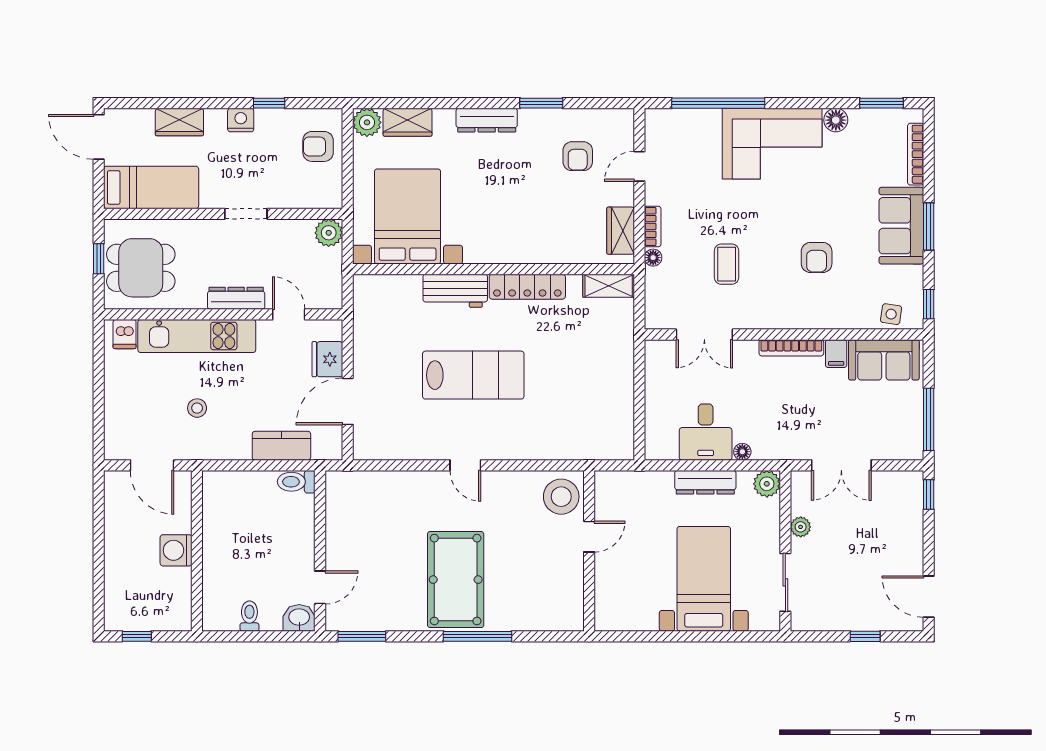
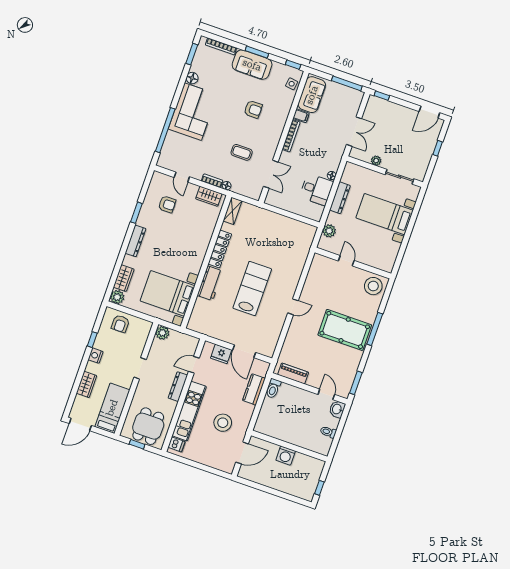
stool: (197, 408) -> (223, 423), width x1.89, depth x1.89
plant: (767, 484) -> (329, 231), moved
stool: (561, 497) -> (373, 286), moved
piano: (338, 510) -> (293, 373), added

